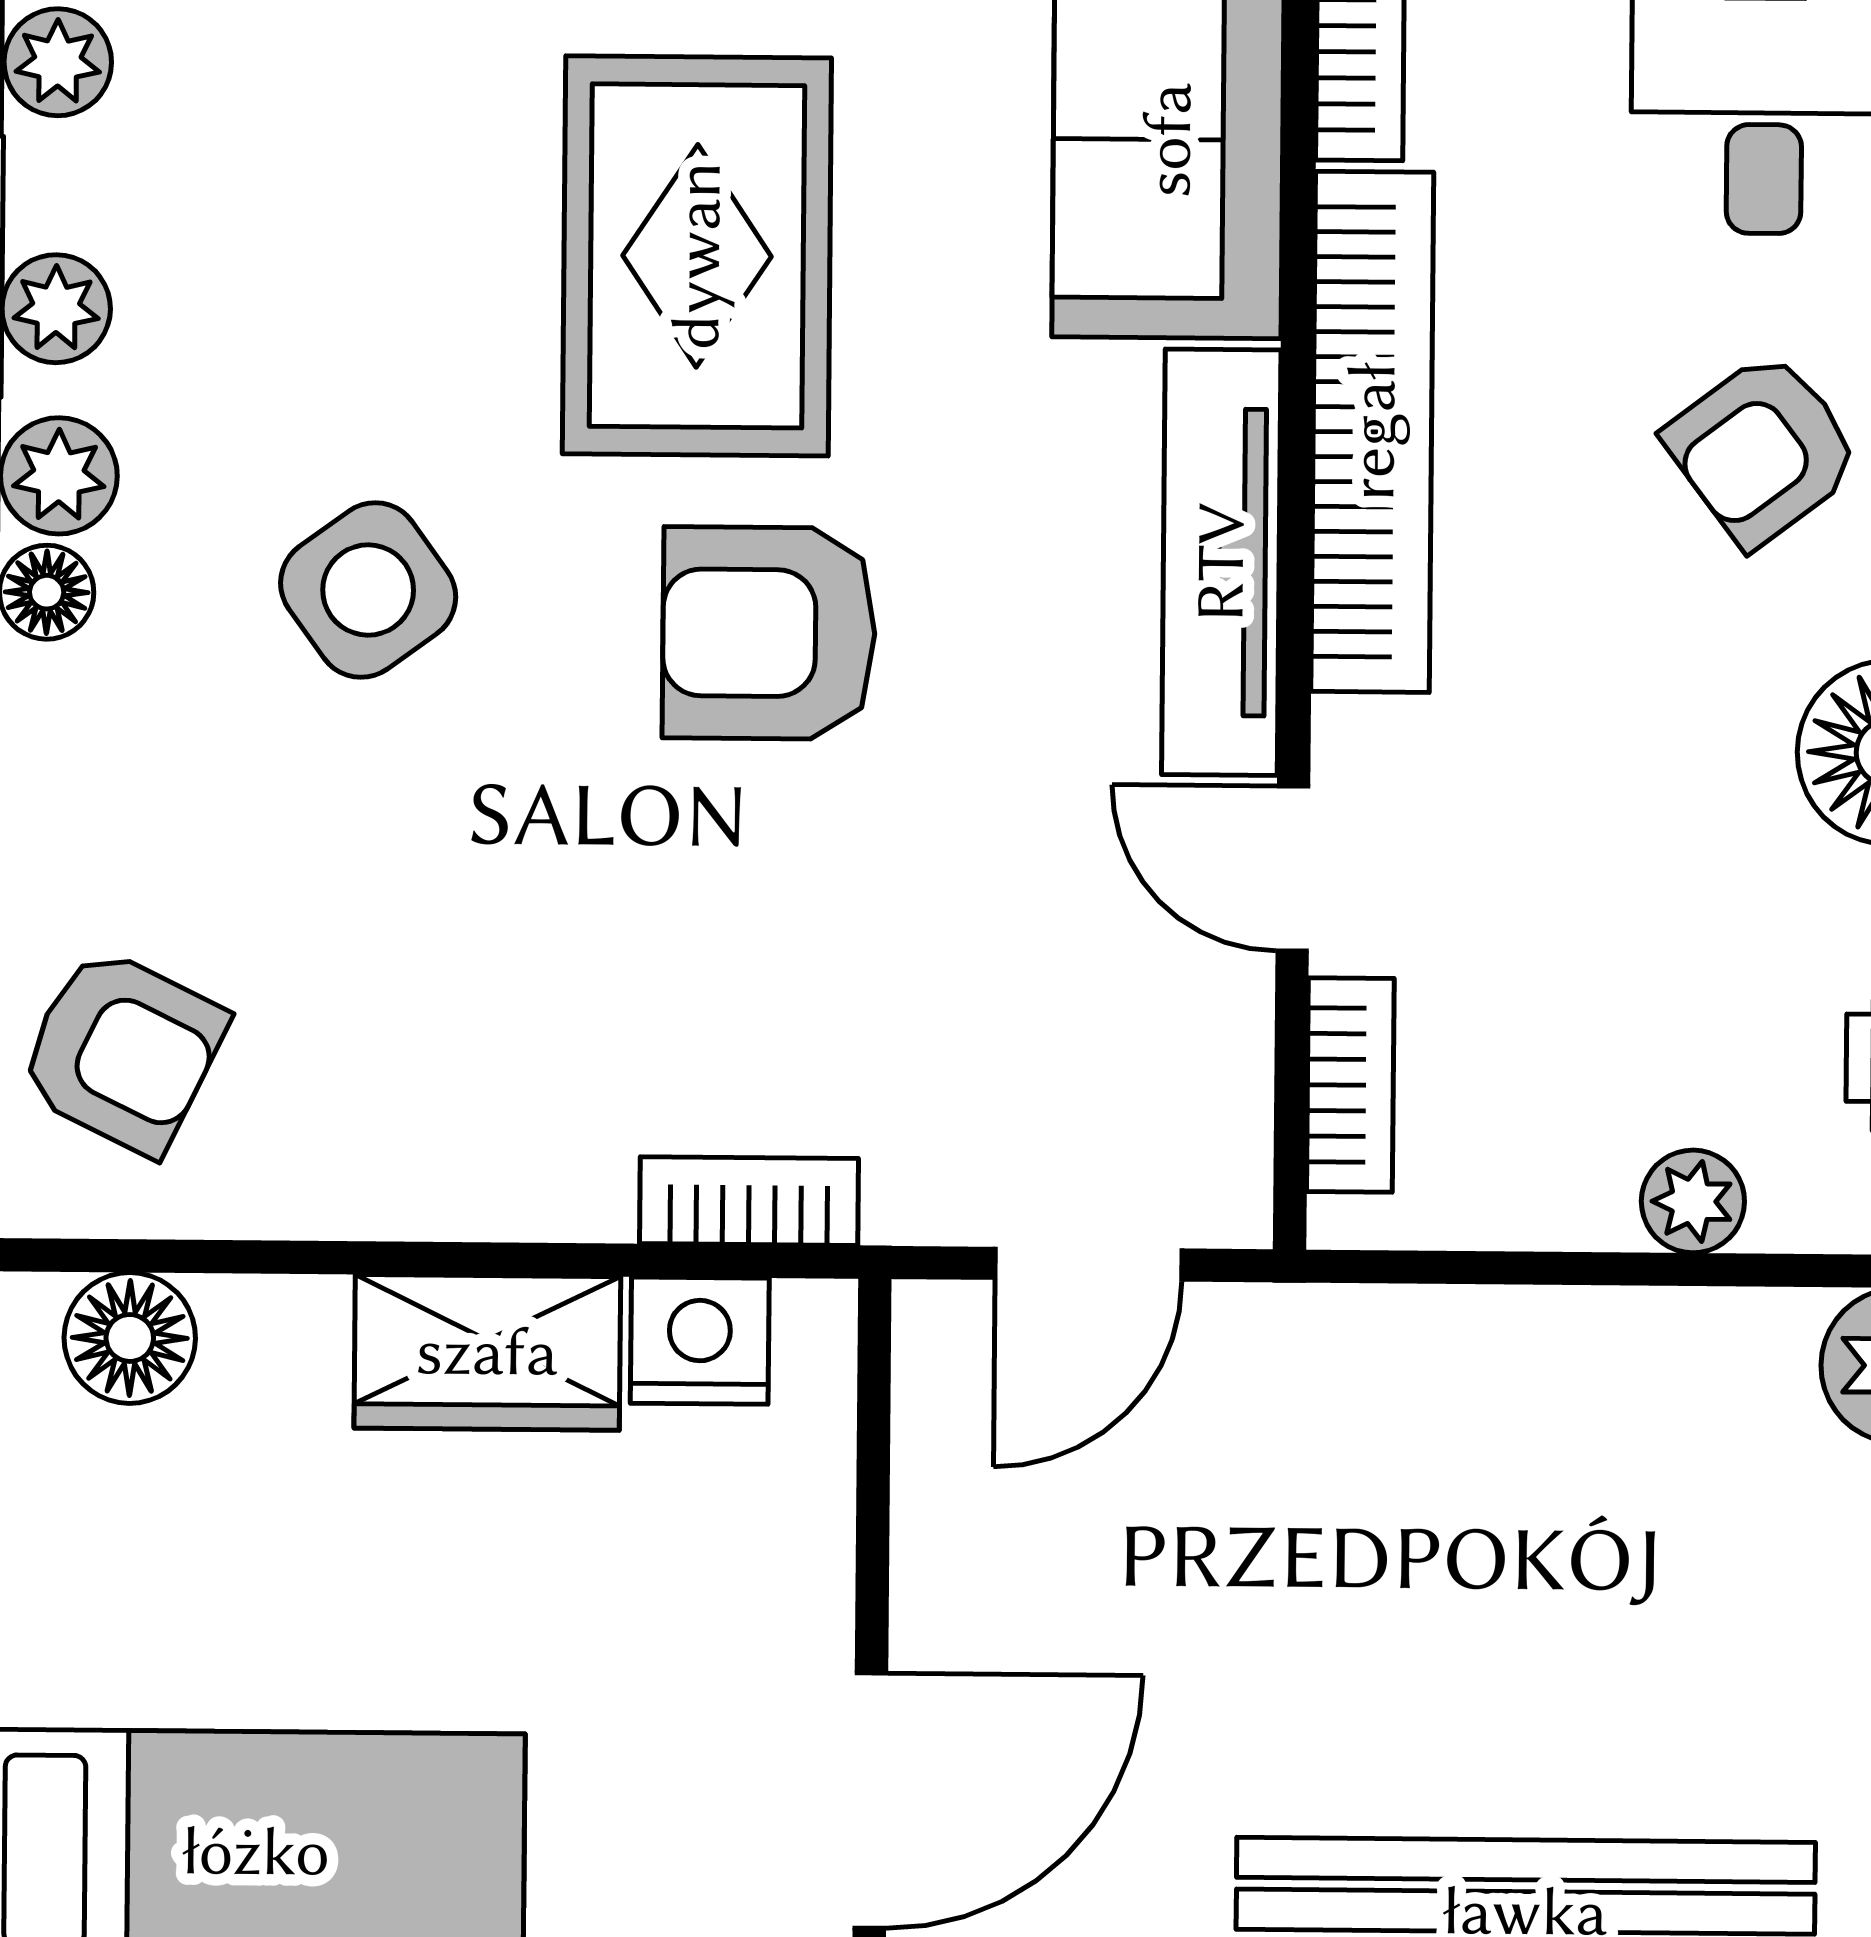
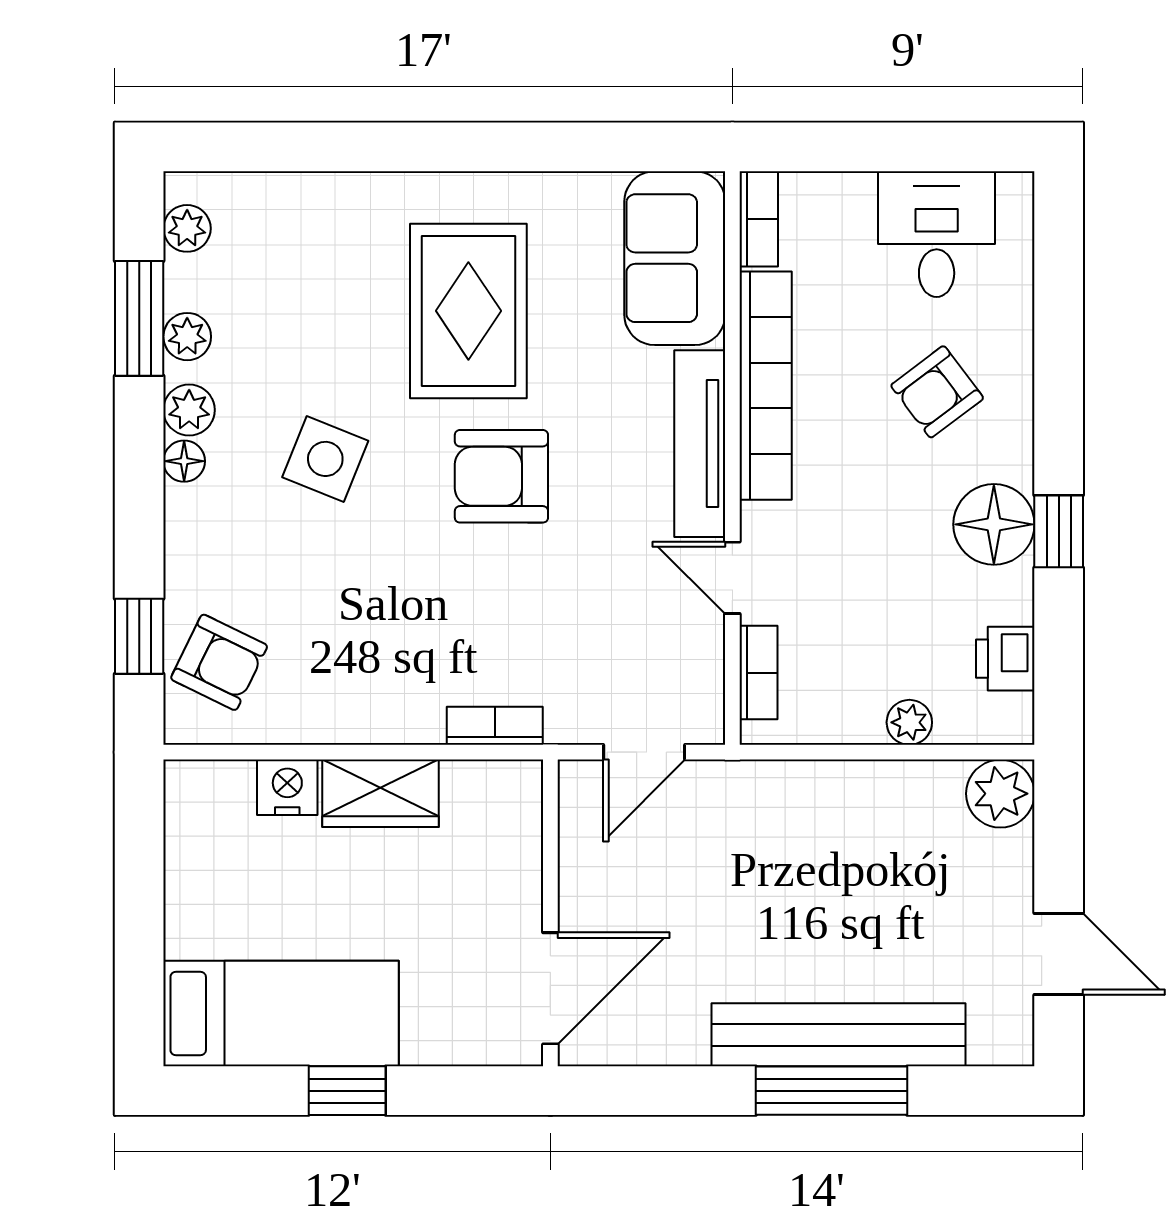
side table: (368, 590) -> (325, 459), turned -32
floor lamp: (130, 1338) -> (223, 788), removed
nightstand: (700, 1341) -> (287, 787), moved

